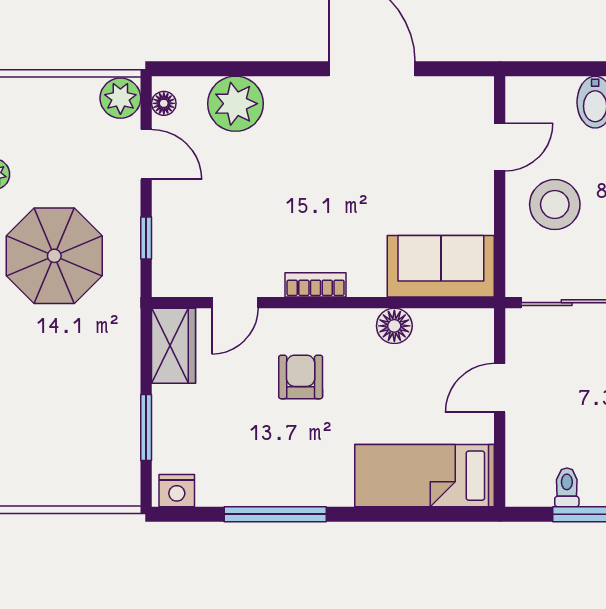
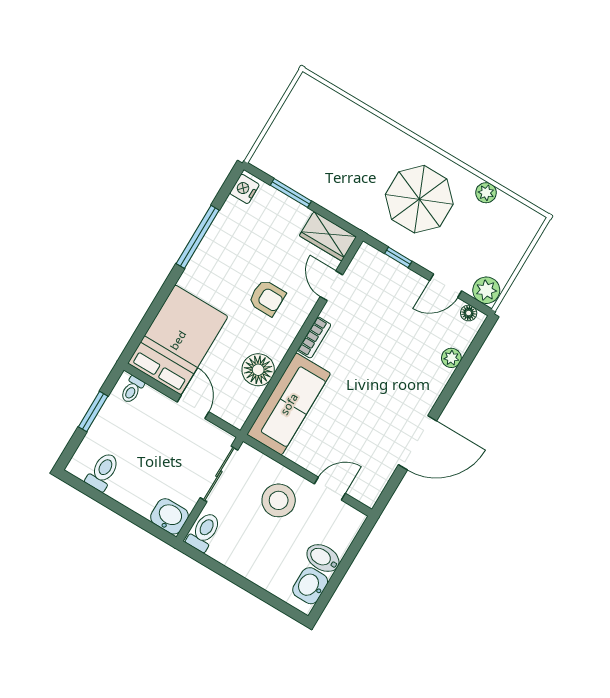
plant: (235, 104) -> (451, 358), width x0.53, depth x0.53
door: (500, 147) -> (330, 489), swing flipped
sofa: (441, 266) -> (289, 404), width x1.36
floor lamp: (394, 326) -> (258, 370), width x1.38, depth x1.38
bed: (425, 476) -> (178, 340), width x1.50
toilet: (567, 487) -> (132, 390), moved, turned 90

